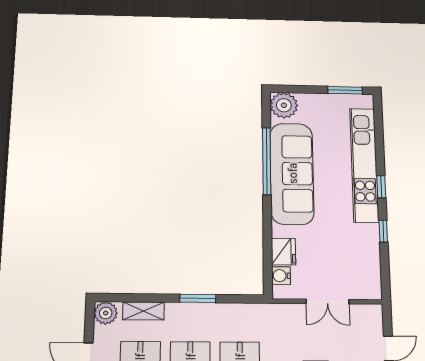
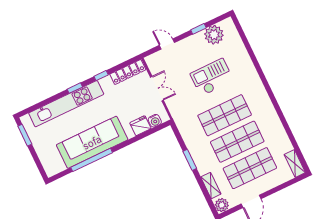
plant: (284, 105) -> (52, 166), removed
locker: (371, 271) -> (128, 72), added

